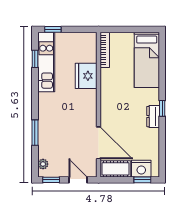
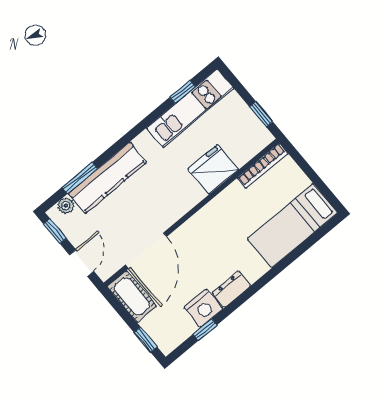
window: (53, 29) -> (261, 114), moved
window: (162, 108) -> (205, 330), moved
kitchen counter: (46, 132) -> (107, 178), added
window: (35, 133) -> (80, 178), moved
nightstand: (141, 169) -> (203, 308), moved, turned -90

